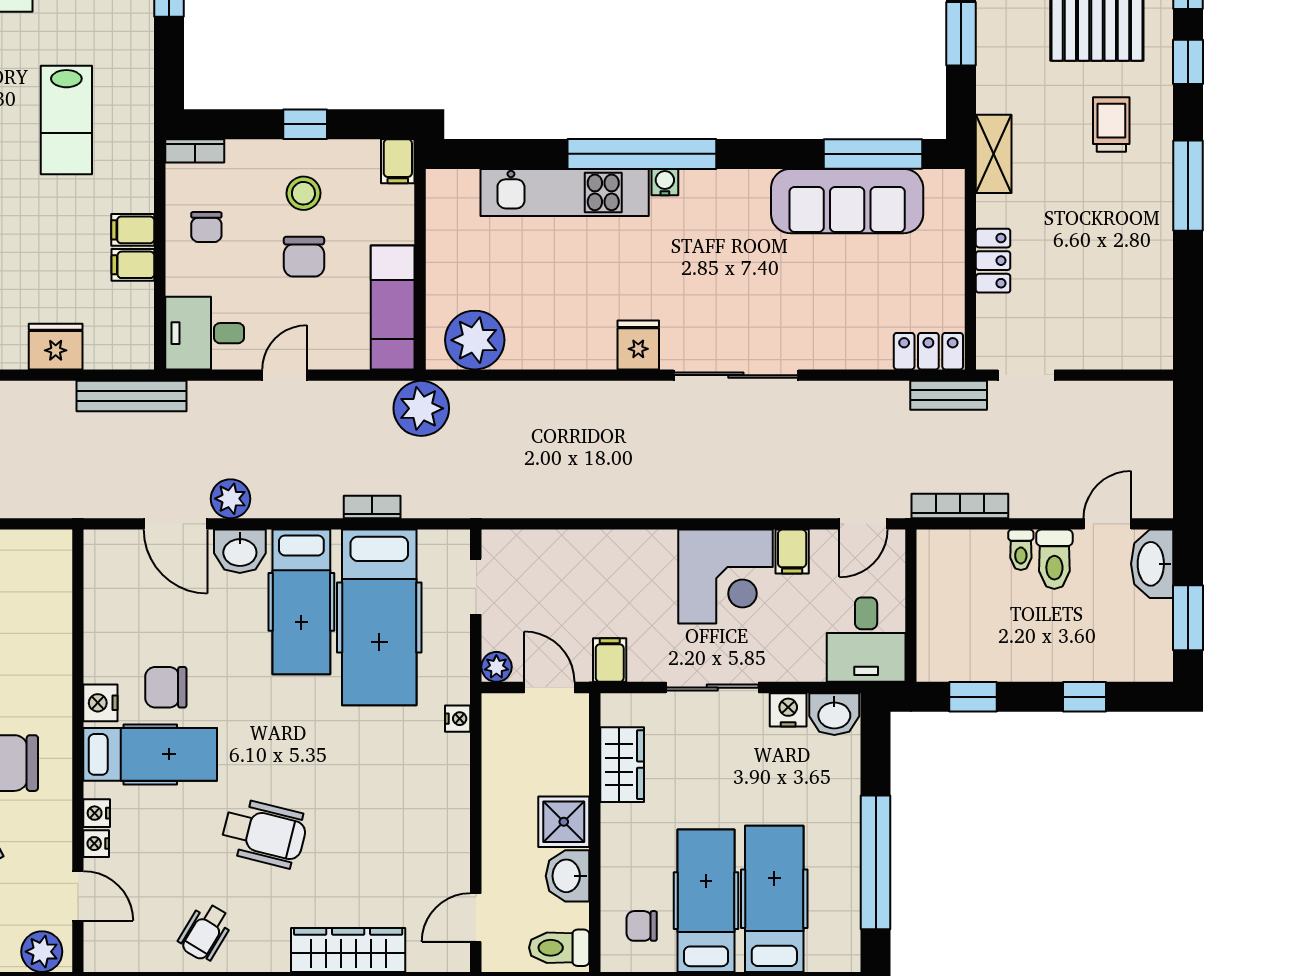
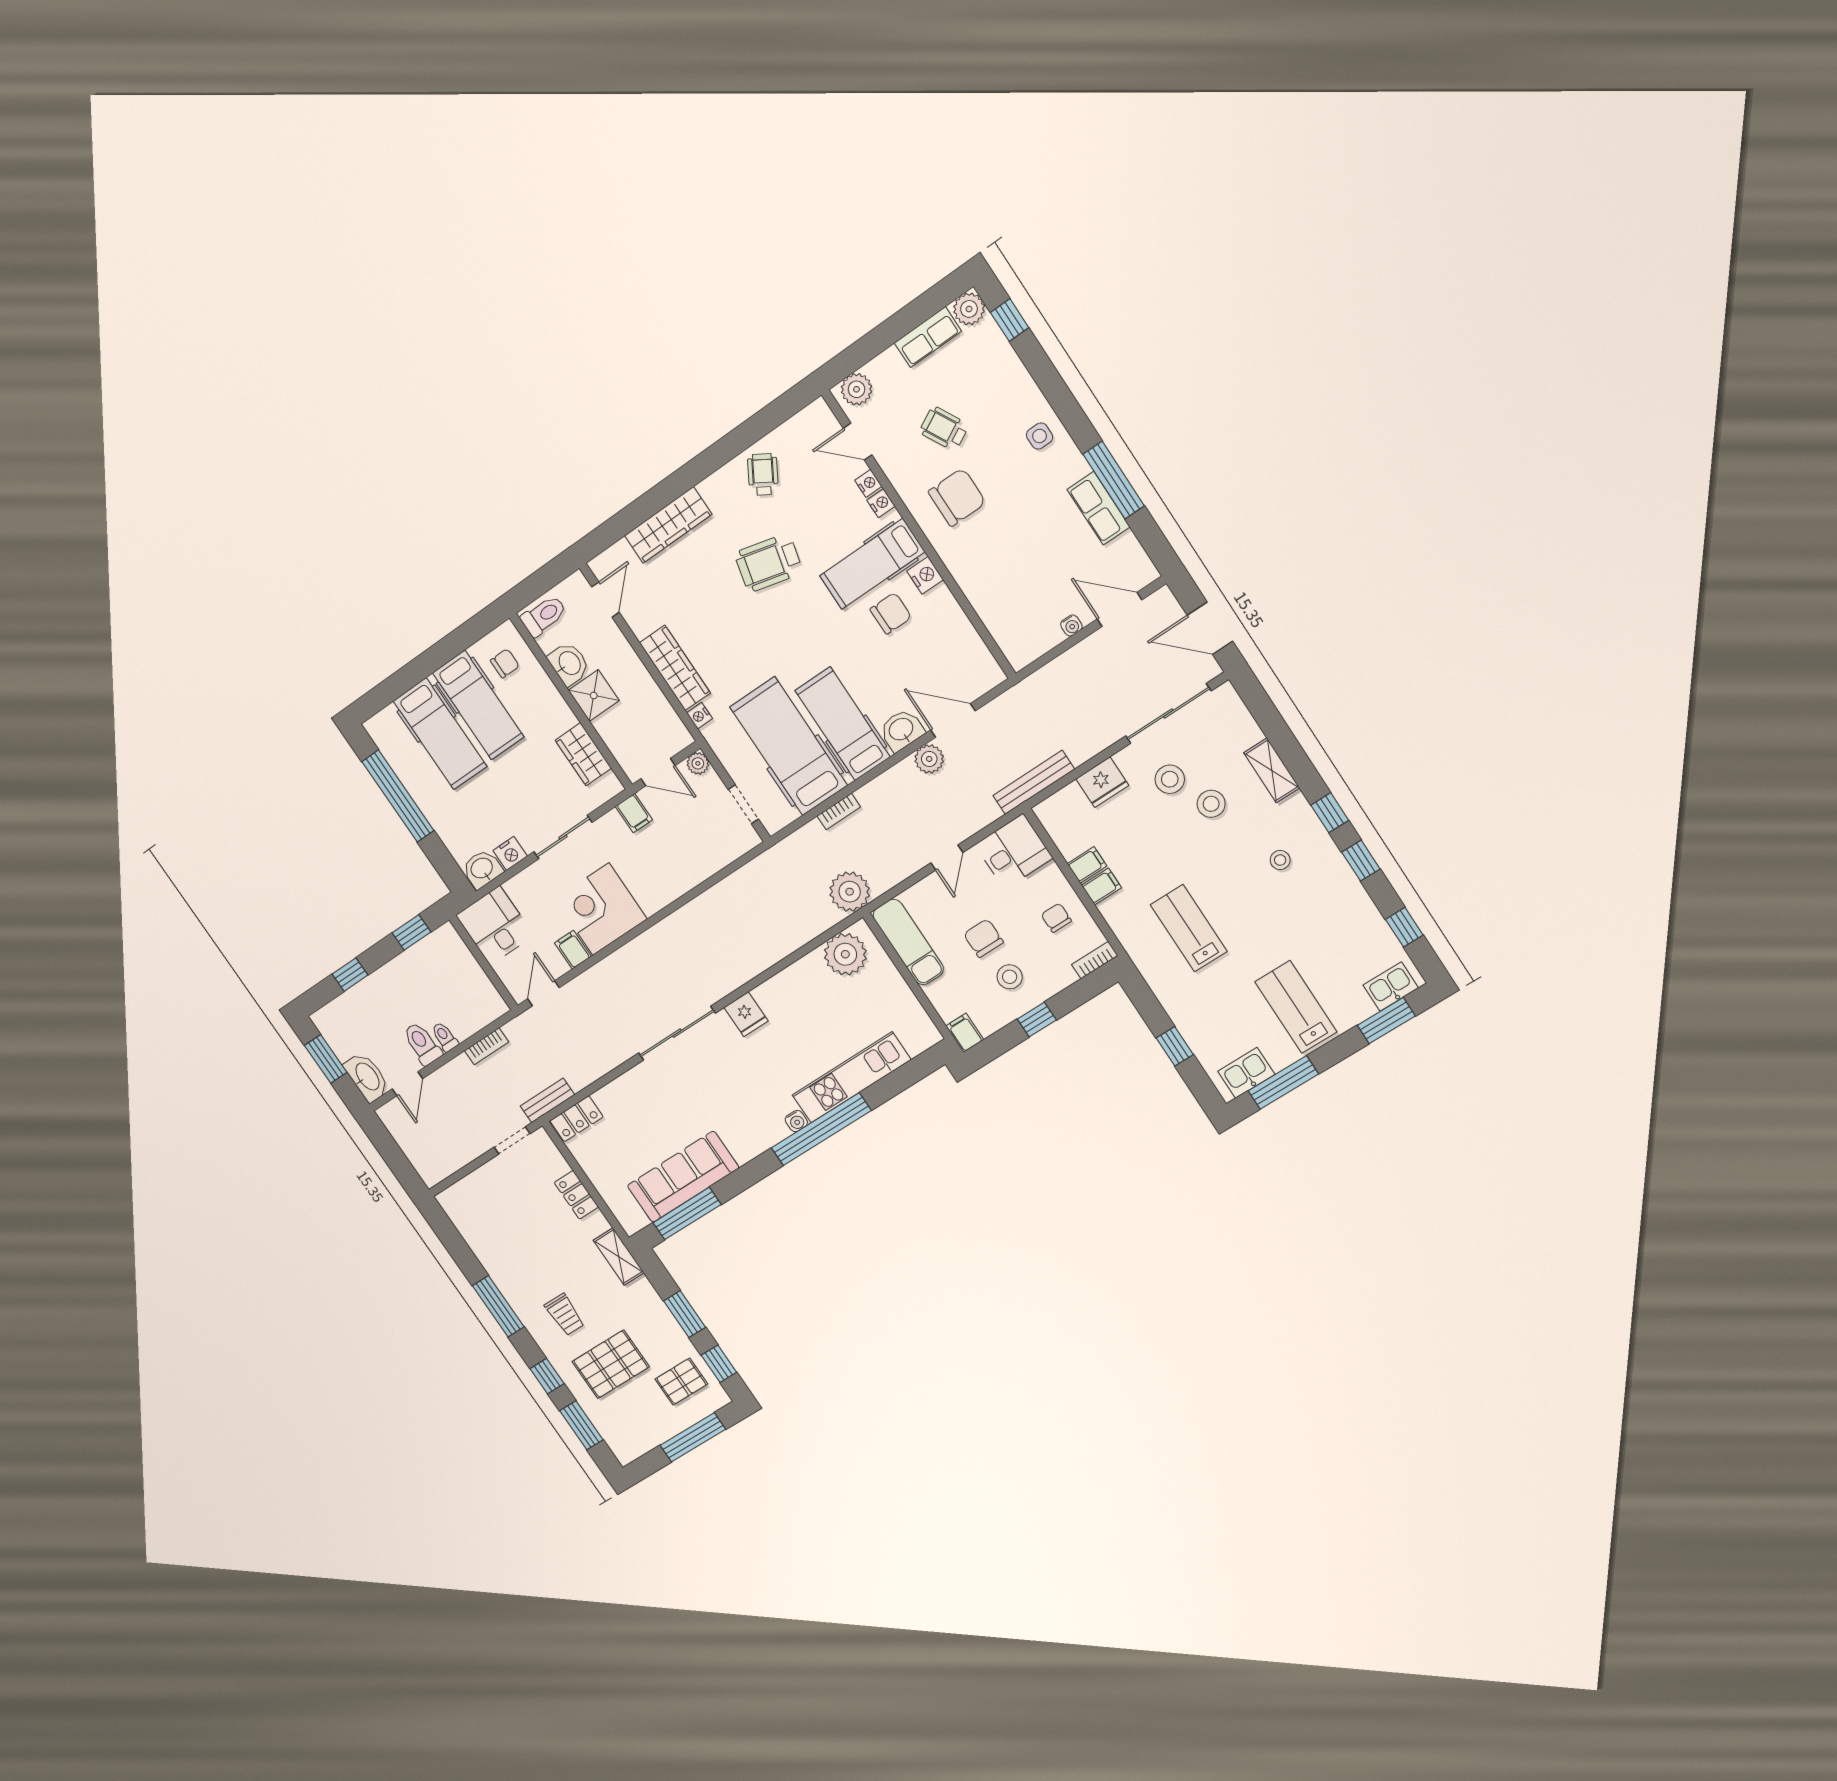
bookcase: (960, 506) -> (487, 1046), width x0.64
wardrobe: (449, 790) -> (675, 668), added

